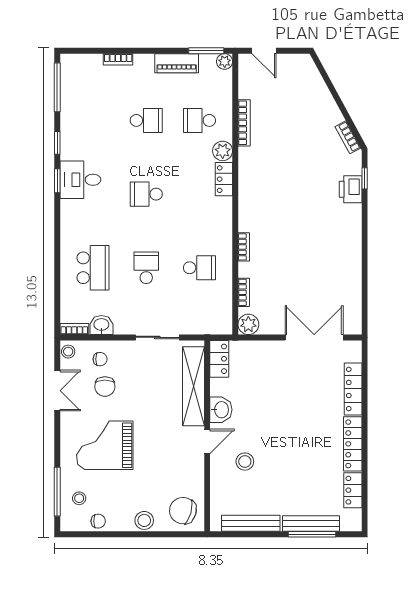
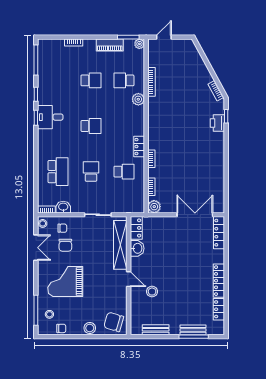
door: (264, 51) -> (164, 37), swing flipped
locker: (224, 179) -> (139, 147), moved
school desk: (146, 194) -> (91, 126), turned 180
locker: (353, 389) -> (219, 233), moved
washbasin: (221, 410) -> (137, 248), moved
door: (207, 441) -> (129, 279), hinge flipped
bench: (251, 523) -> (156, 330), width x0.73
bench: (311, 523) -> (193, 330), width x0.73

